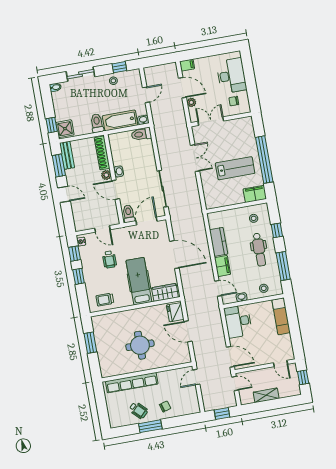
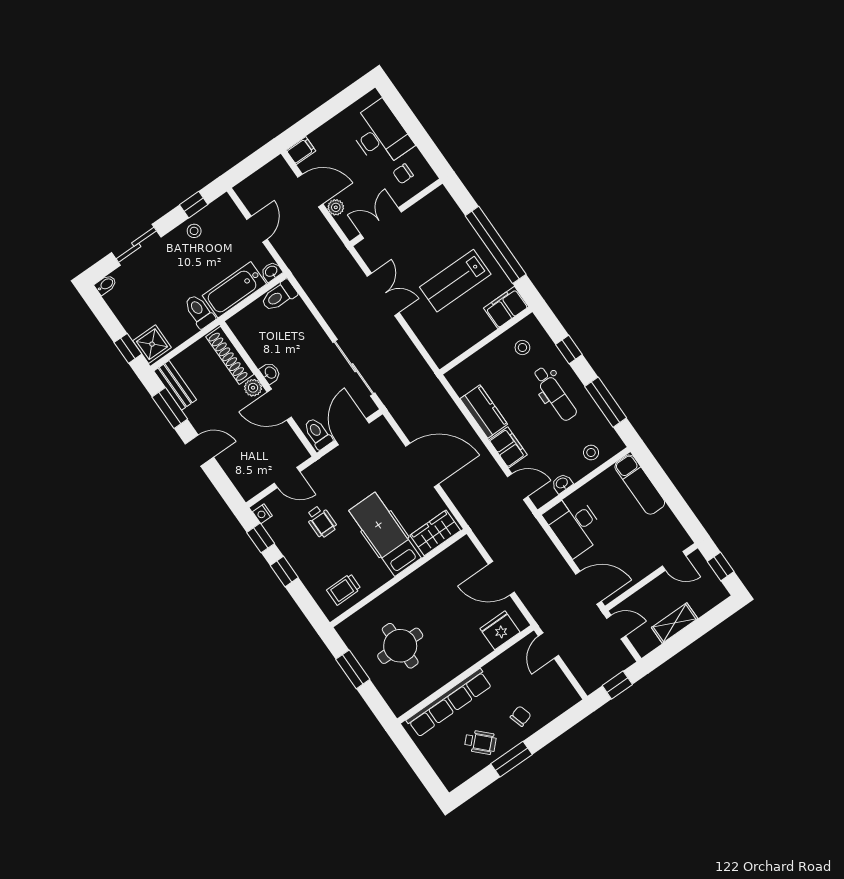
lab bench: (235, 168) -> (455, 281), turned 180
fridge: (175, 312) -> (500, 630), moved, turned 90
round table: (140, 345) -> (400, 646), moved

